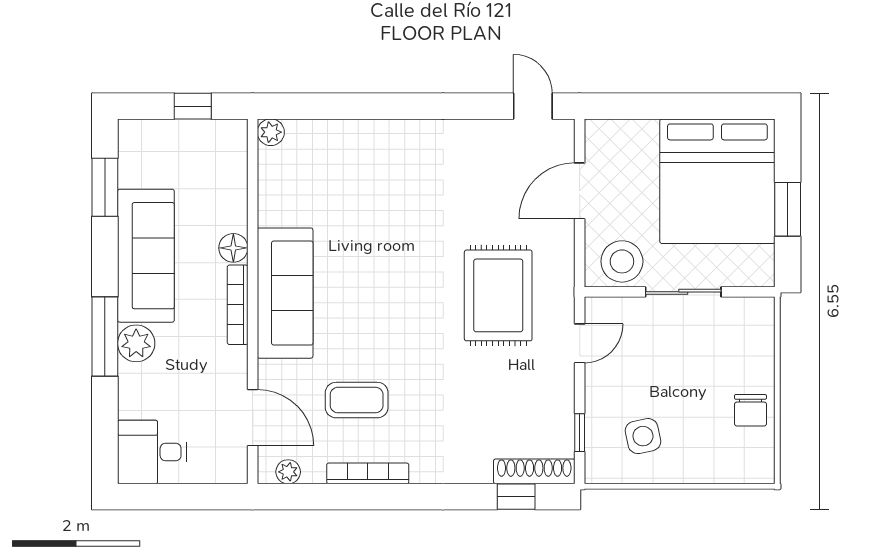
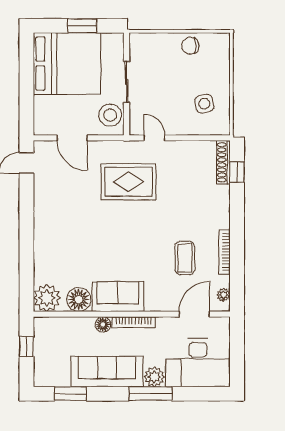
plant: (271, 132) -> (47, 298), width x1.88, depth x1.88
floor lamp: (280, 203) -> (79, 300), added
sofa: (285, 293) -> (118, 297), width x0.73
chair: (750, 410) -> (190, 46), turned 180
window: (580, 433) -> (202, 138), removed
desk: (152, 452) -> (198, 363), width x1.87, depth x1.30

